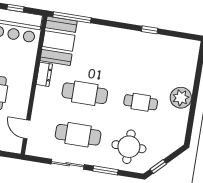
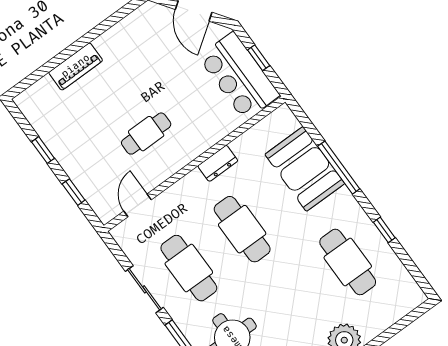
window: (72, 17) -> (339, 168), moved
booth: (59, 41) -> (305, 169), moved, turned 90
cafe table: (141, 102) -> (348, 262), moved, width x1.37, depth x1.35

